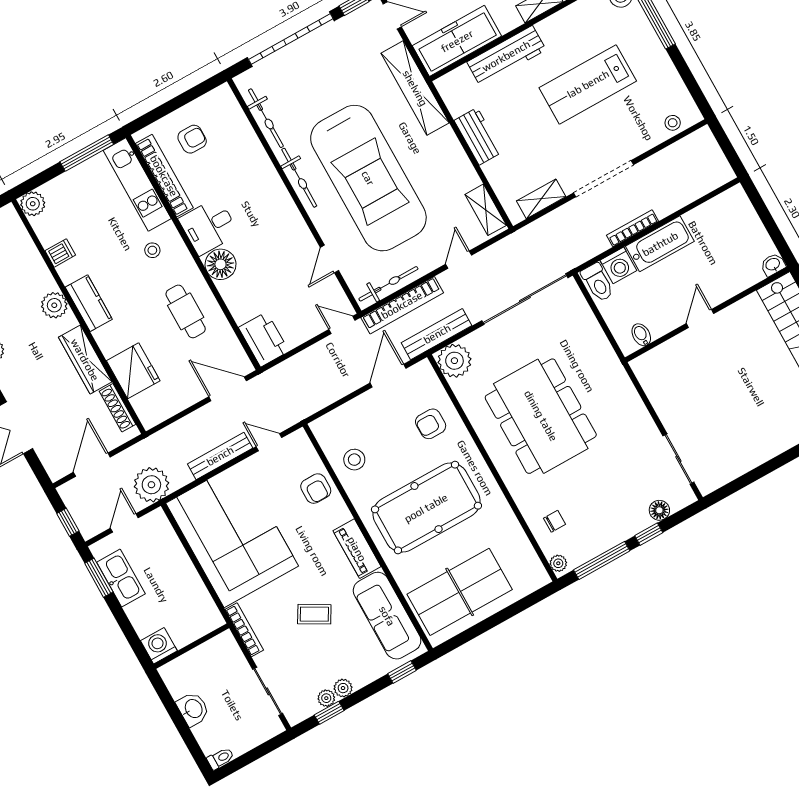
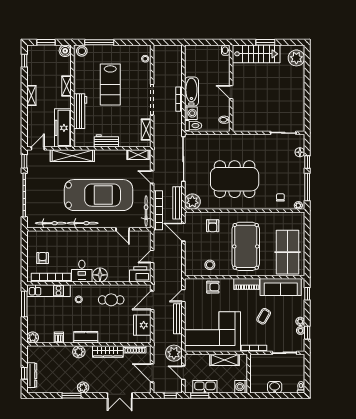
door: (342, 325) -> (152, 257), moved
fridge: (133, 371) -> (142, 325), moved, turned -90
shelving: (192, 587) -> (225, 360), added

